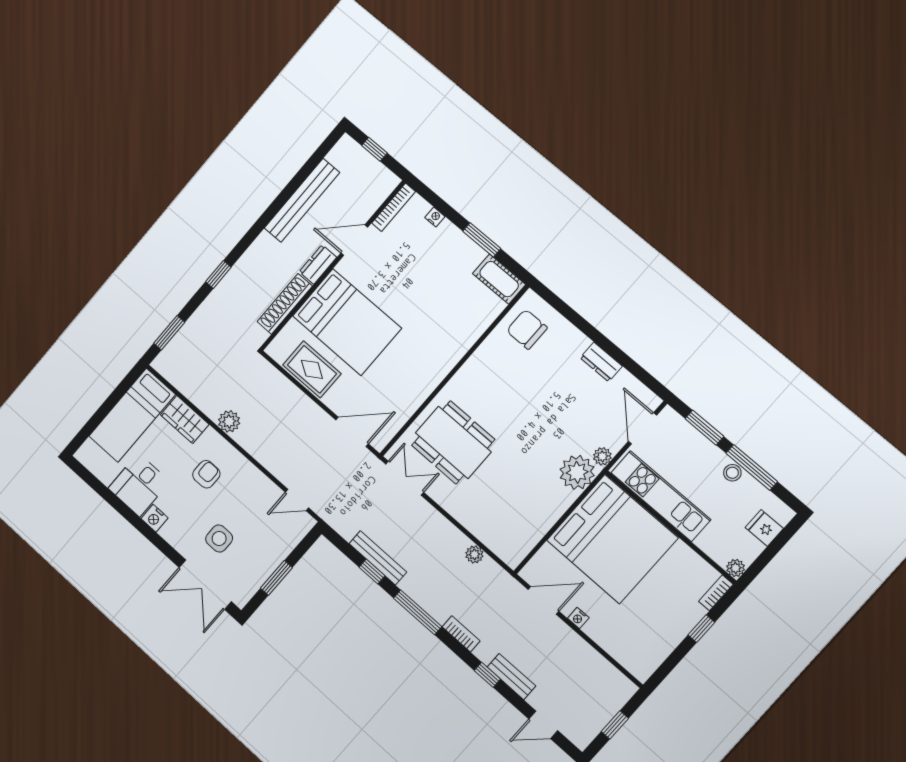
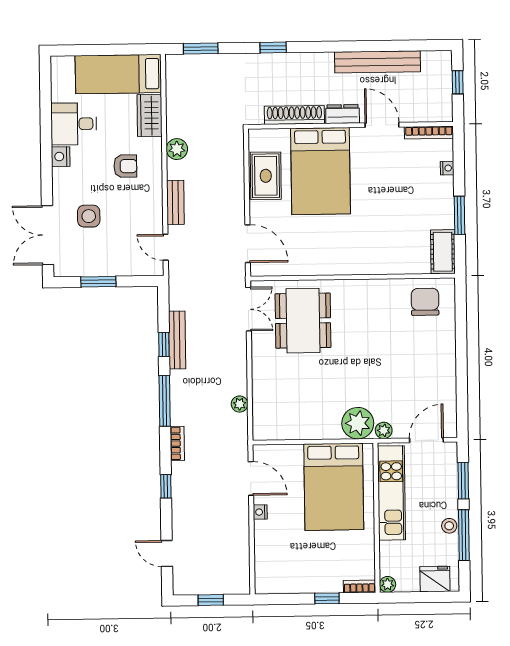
dresser: (601, 362) -> (447, 372), removed
fridge: (764, 528) -> (435, 579), width x1.38
bed: (612, 539) -> (334, 487), width x0.73
bench: (511, 676) -> (175, 202), moved

